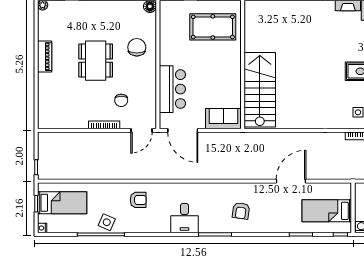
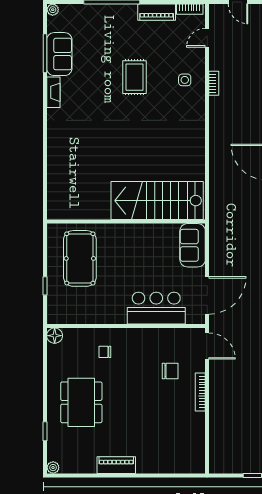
chair: (137, 47) -> (105, 352), width x0.54, depth x0.54
dining table: (96, 61) -> (81, 402), moved, turned 90

